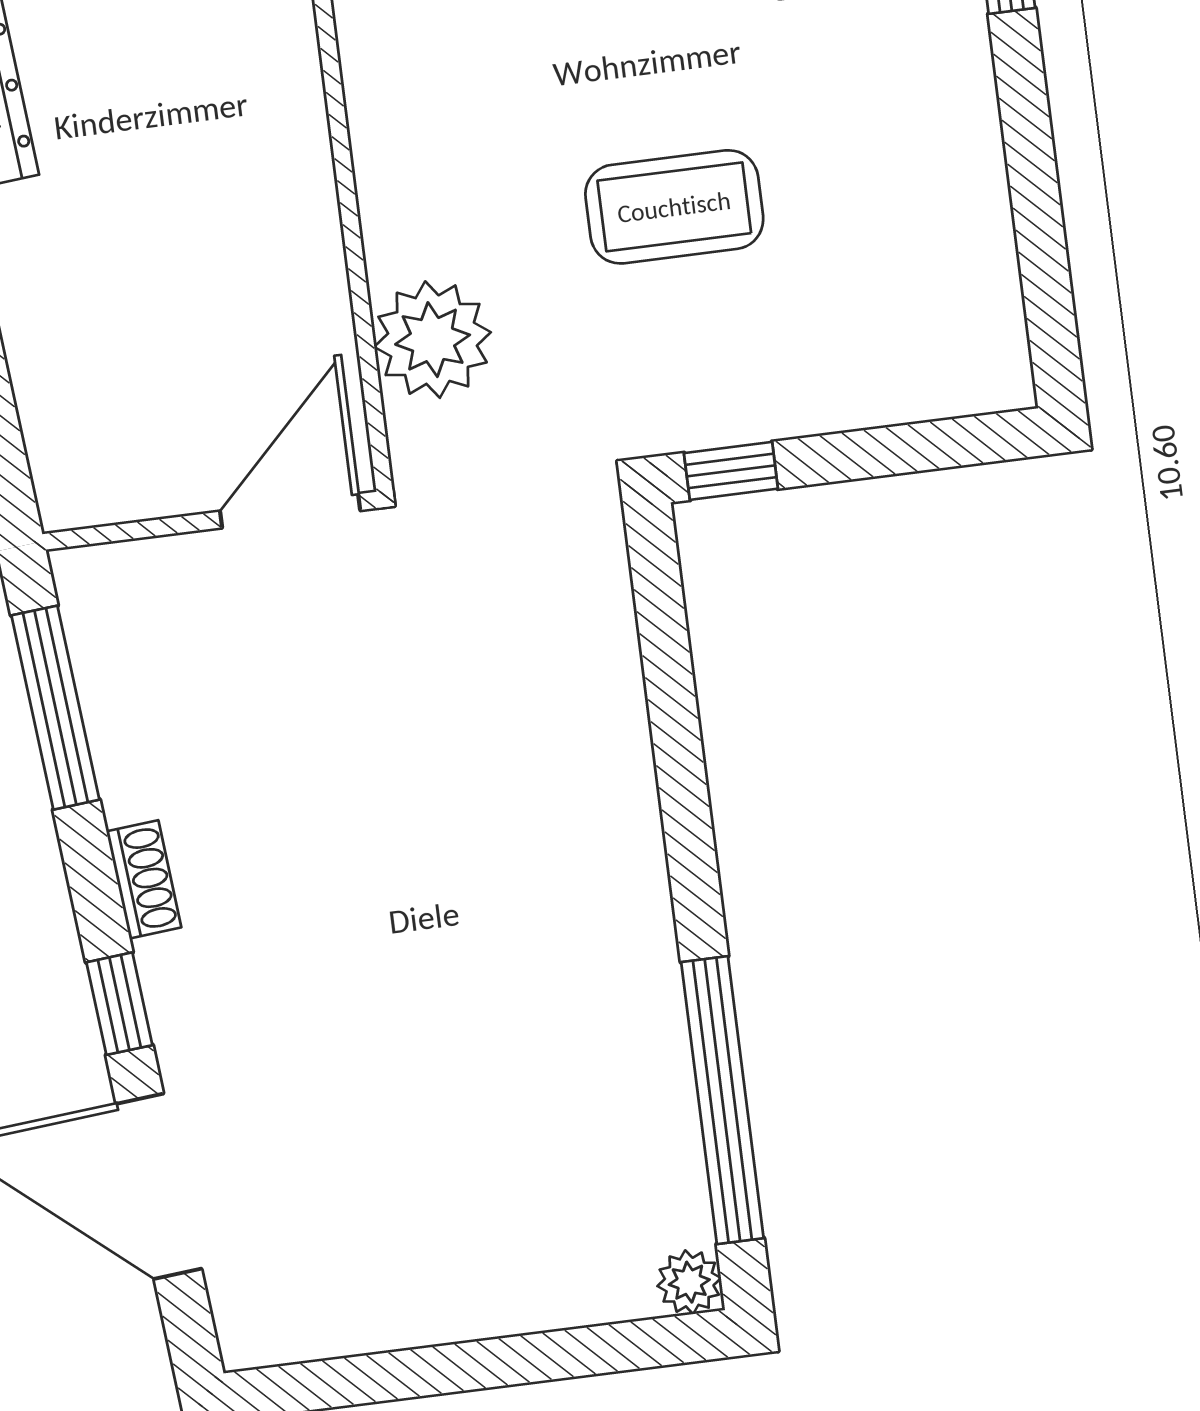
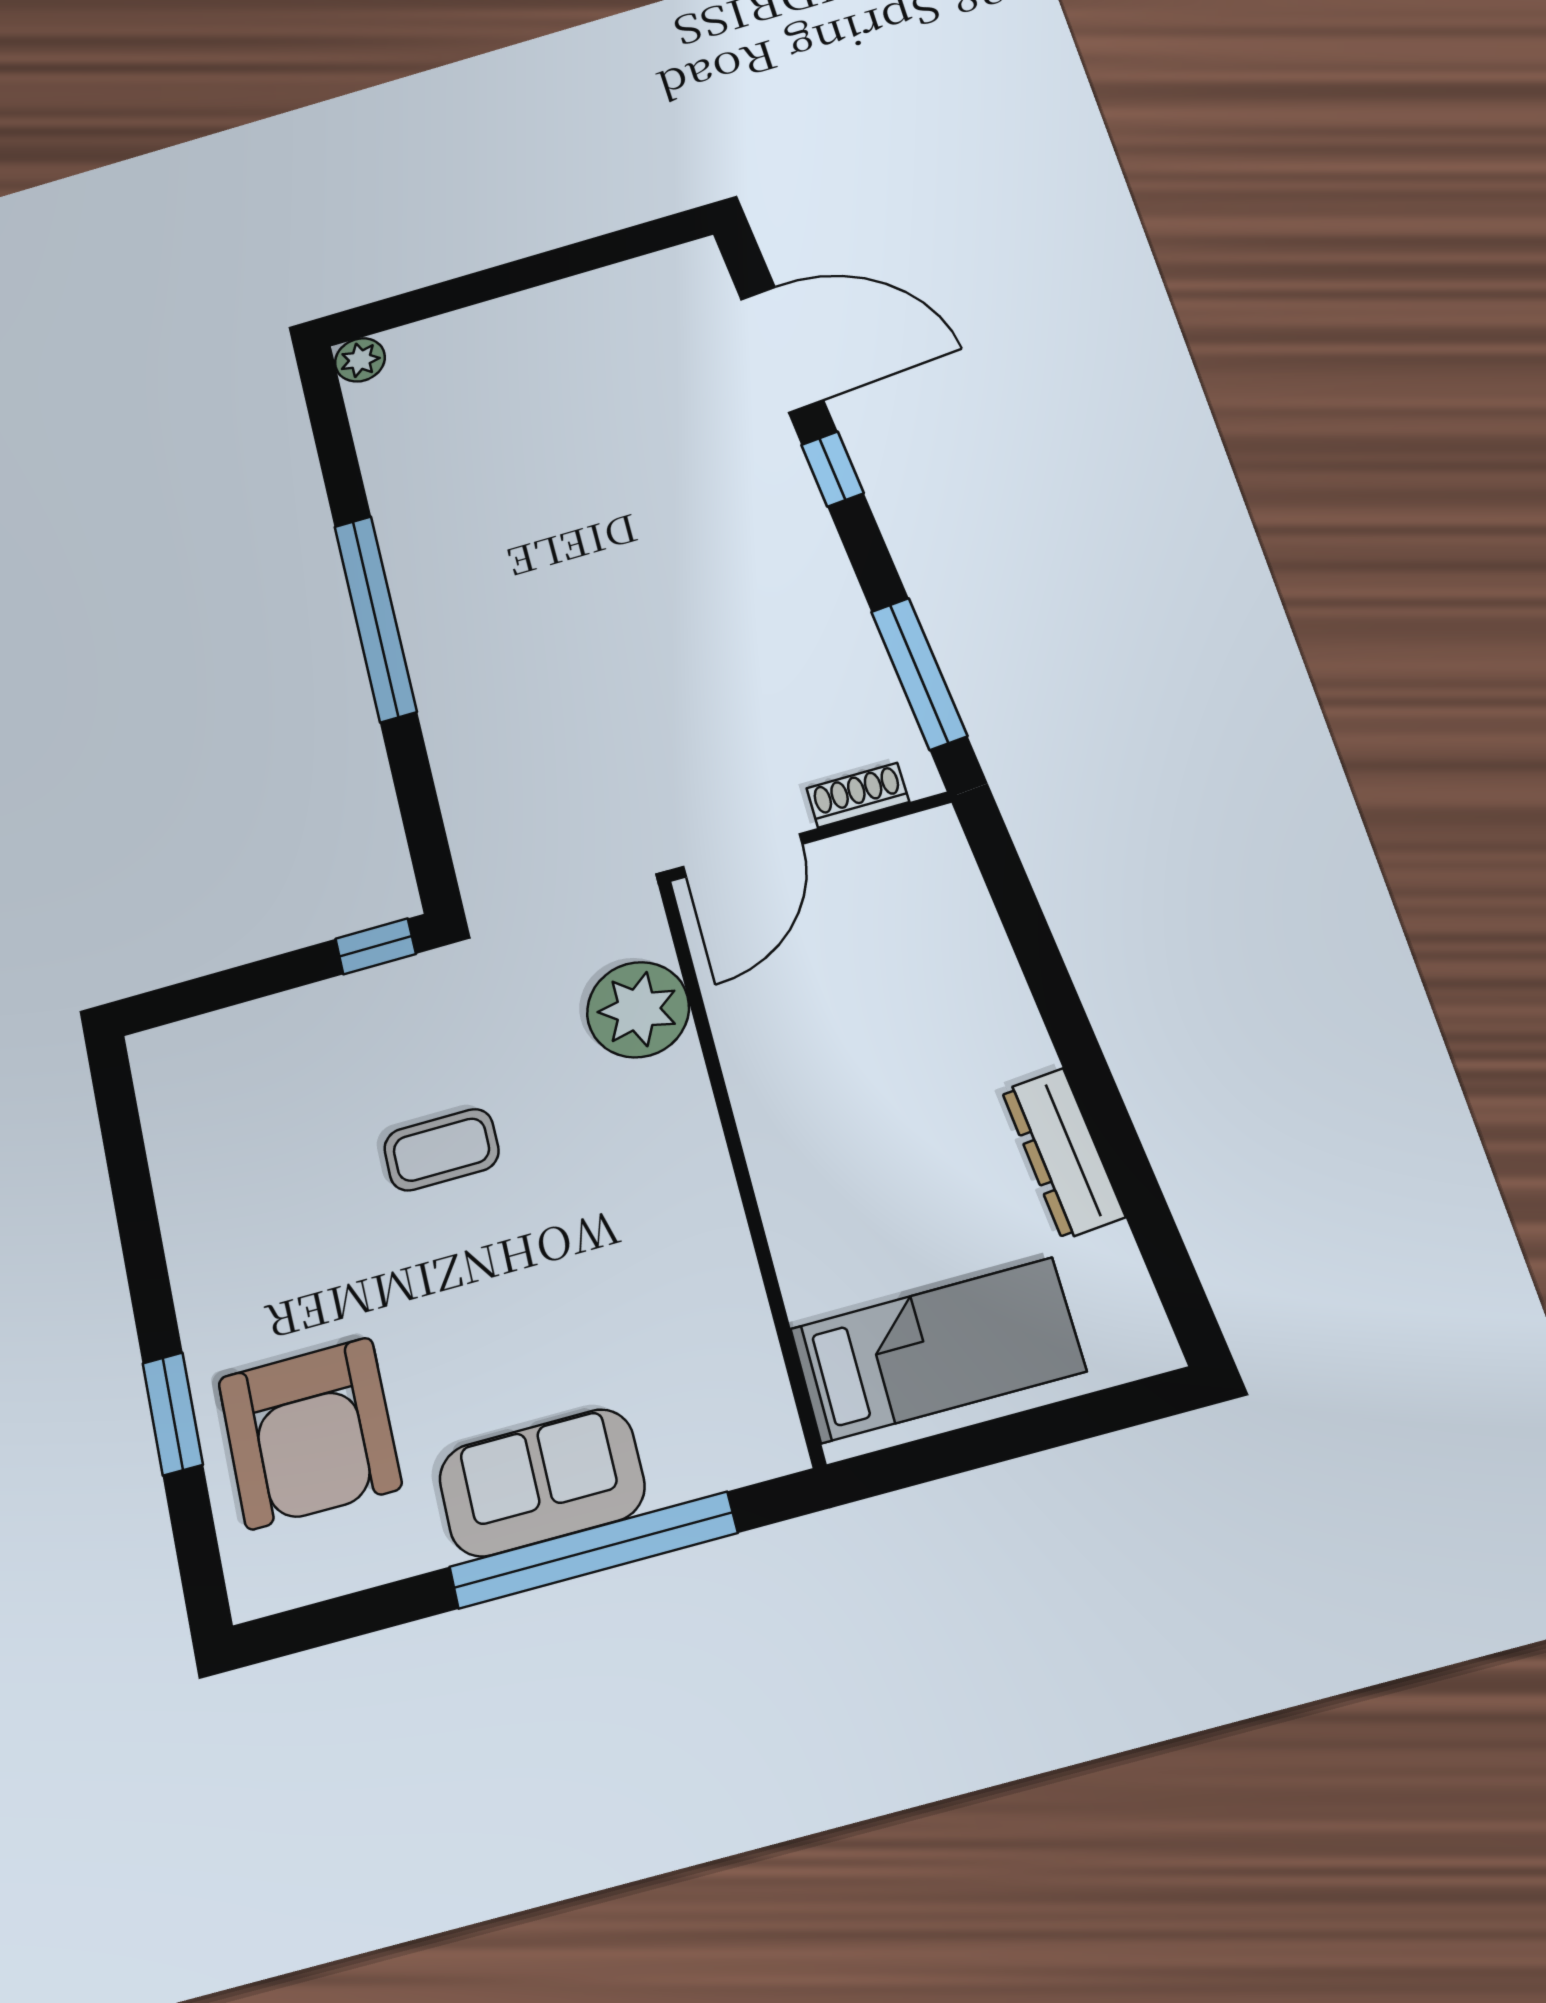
coffee table: (674, 207) -> (441, 1150), width x0.73, depth x0.77
shoe rack: (144, 879) -> (858, 795), moved, turned 95
window: (722, 1100) -> (375, 618), moved

